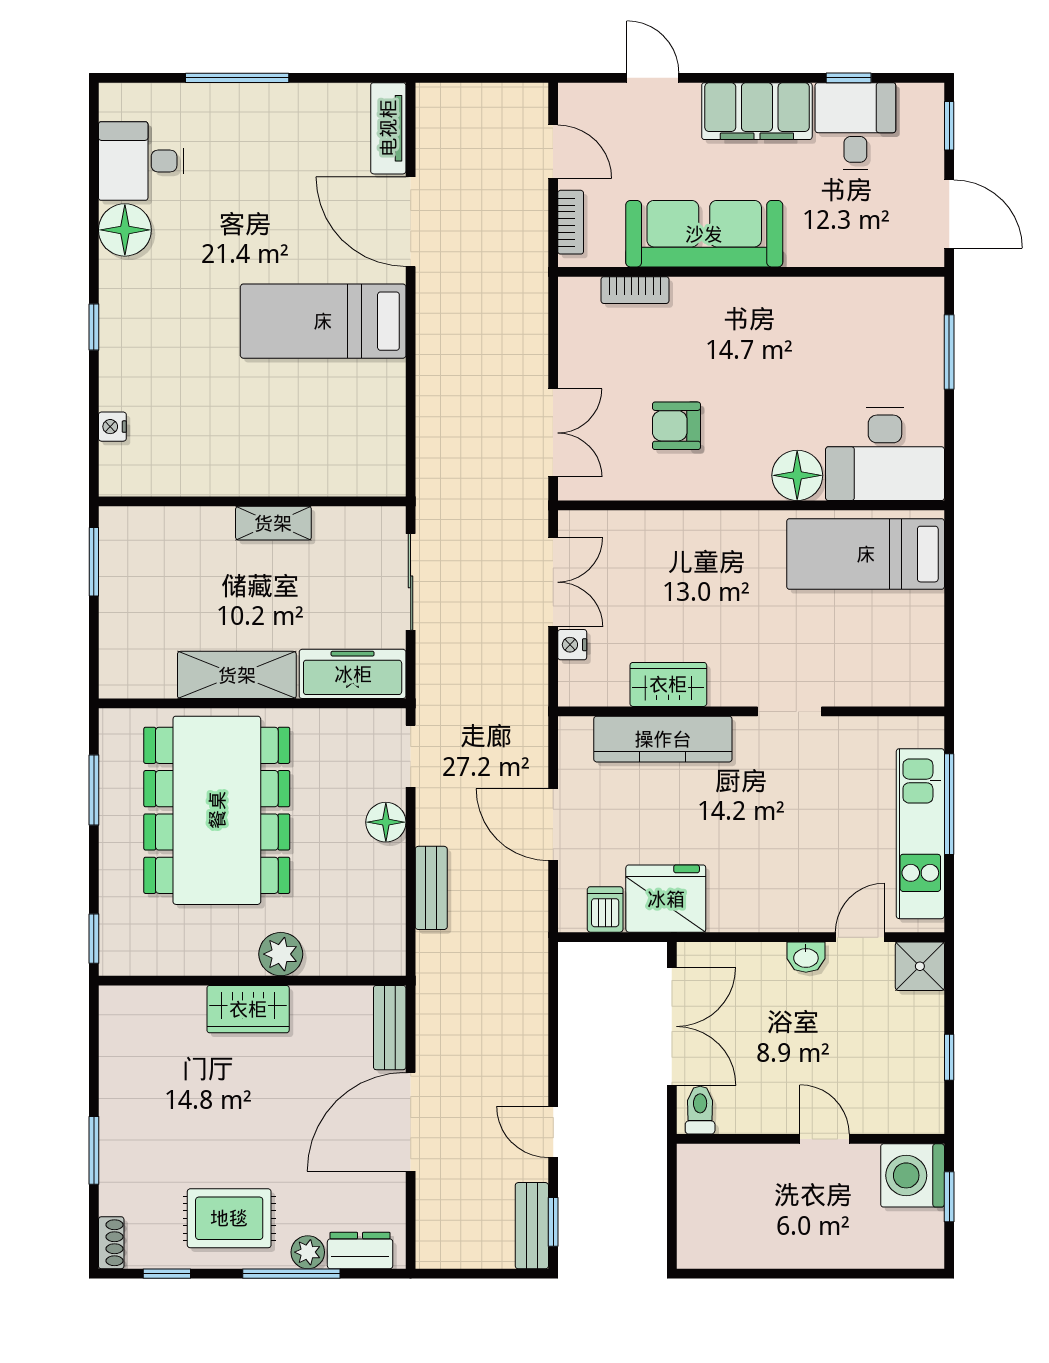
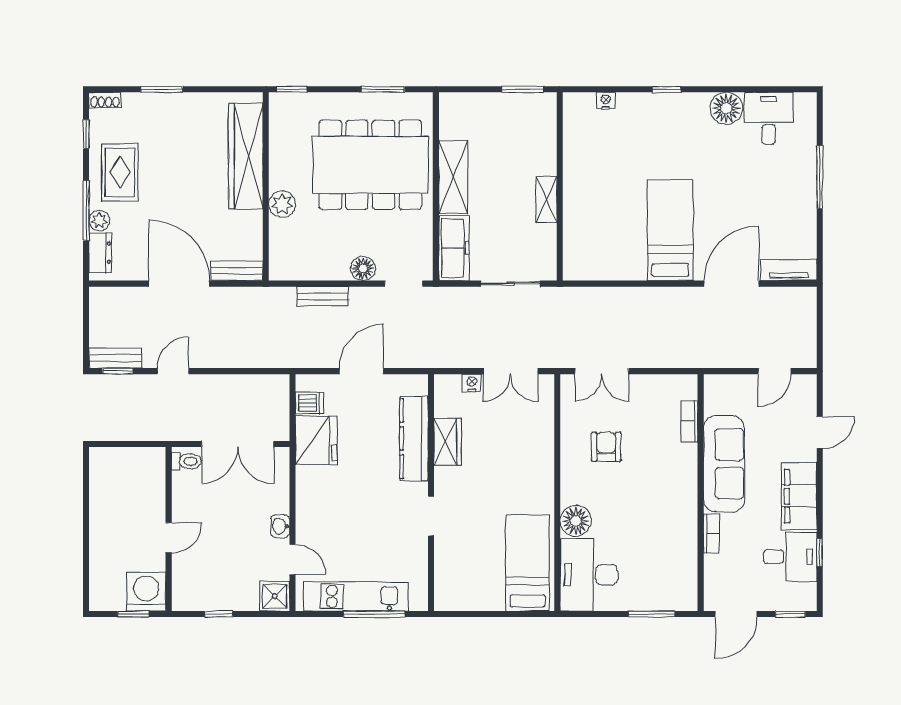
bookcase: (571, 222) -> (711, 533), moved, turned -90
wardrobe: (248, 1009) -> (246, 156), width x2.10, depth x1.17

